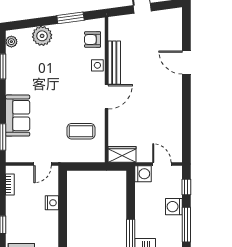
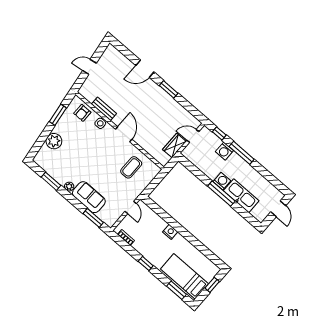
plant: (11, 42) -> (69, 187), moved
bench: (114, 63) -> (104, 109), width x0.73
window: (186, 102) -> (169, 89), added
wardrobe: (122, 154) -> (174, 145), moved
washing machine: (143, 174) -> (222, 181), moved
nightstand: (52, 203) -> (170, 232), moved

